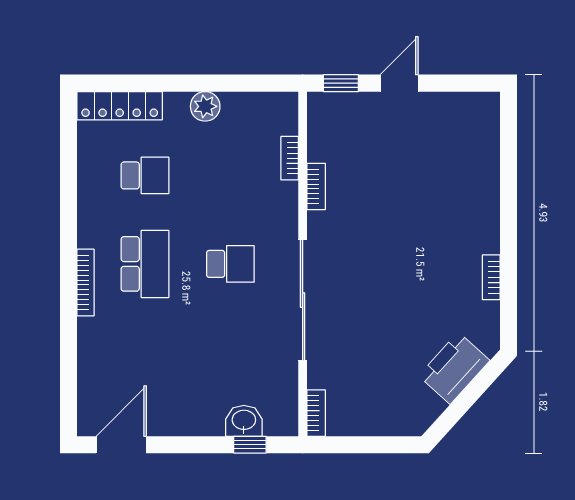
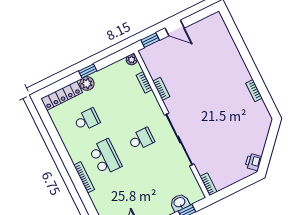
window: (193, 83) -> (88, 71), added
door: (399, 83) -> (175, 28), swing flipped
plant: (287, 103) -> (132, 60), added
plant: (205, 106) -> (87, 84), moved
printer: (454, 368) -> (253, 162), moved, width x0.53, depth x0.68

